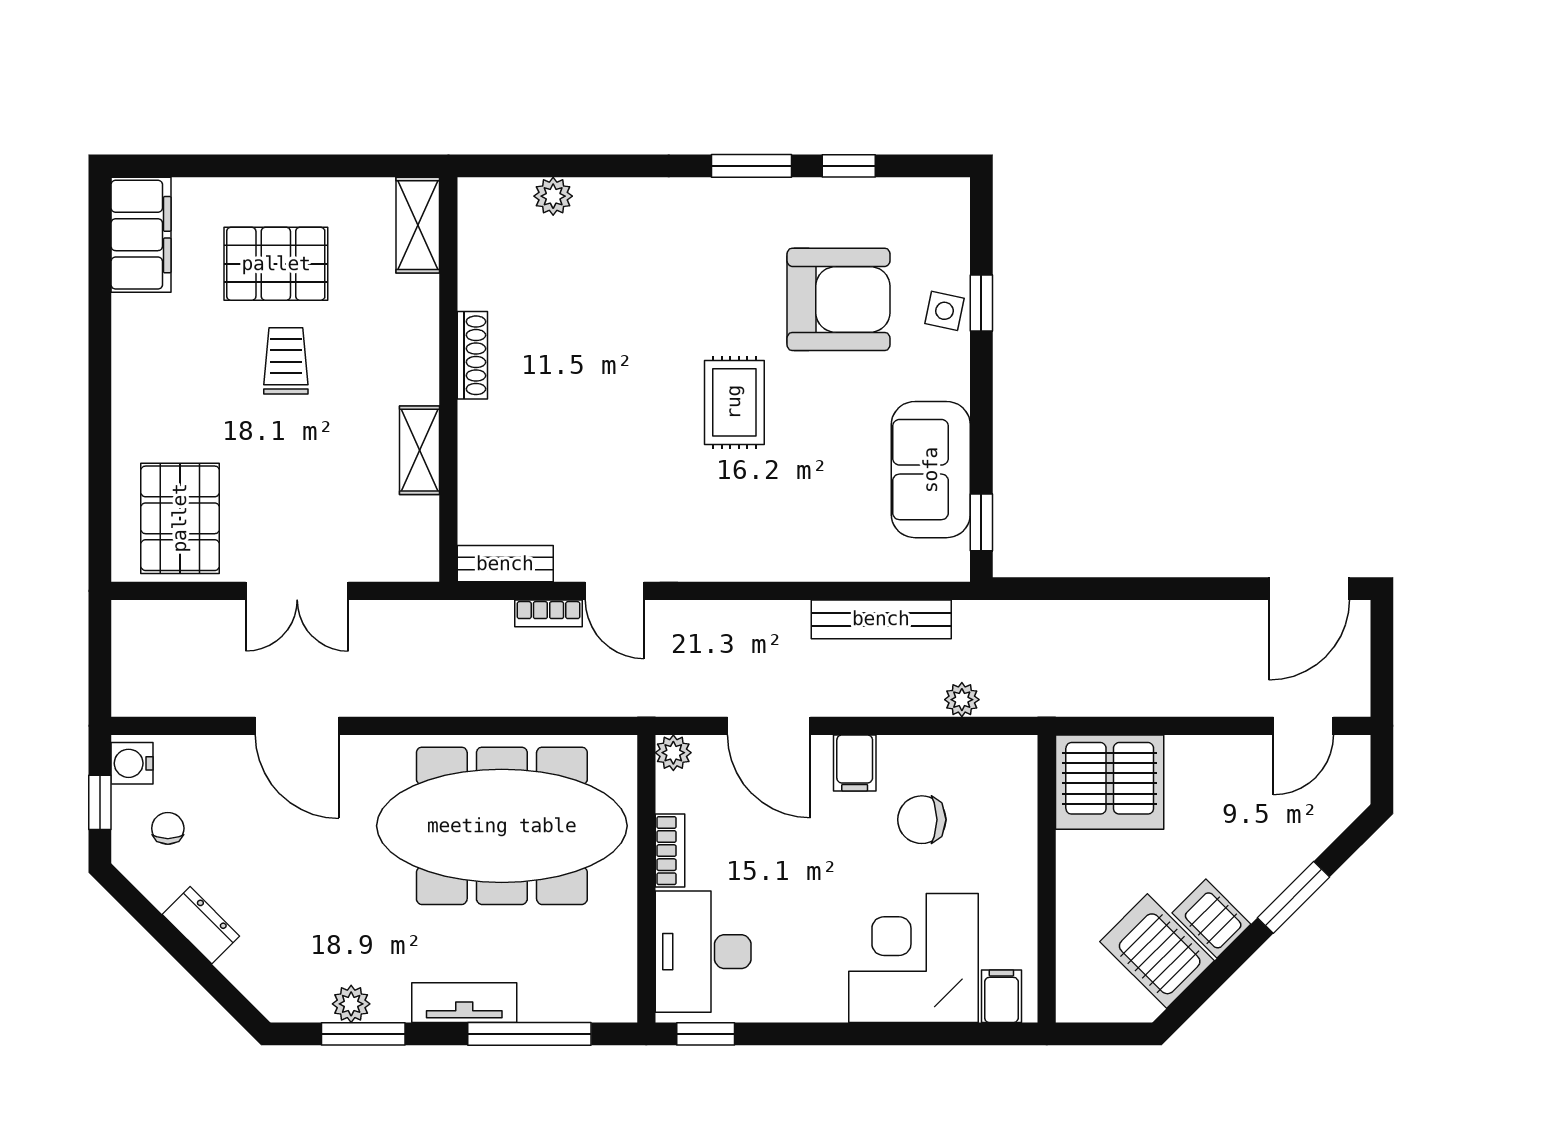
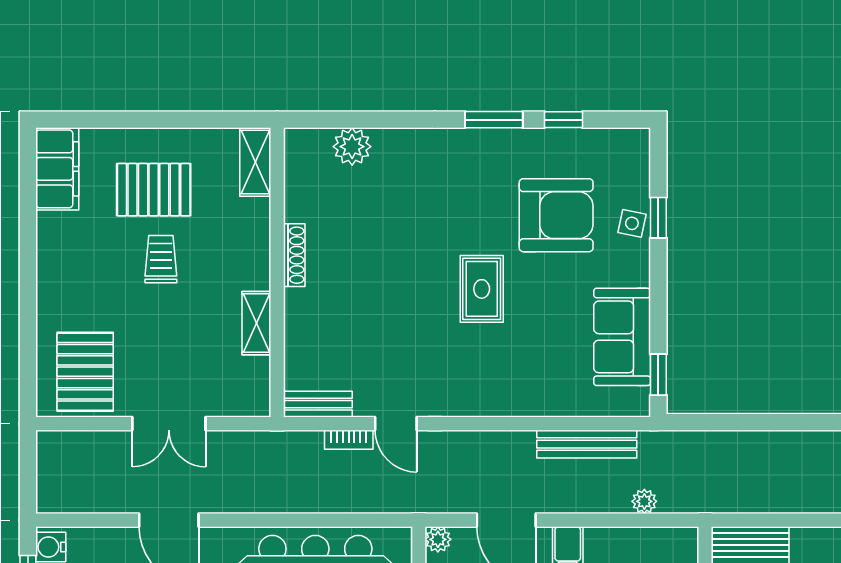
plant: (553, 196) -> (352, 147), width x1.38, depth x1.38

